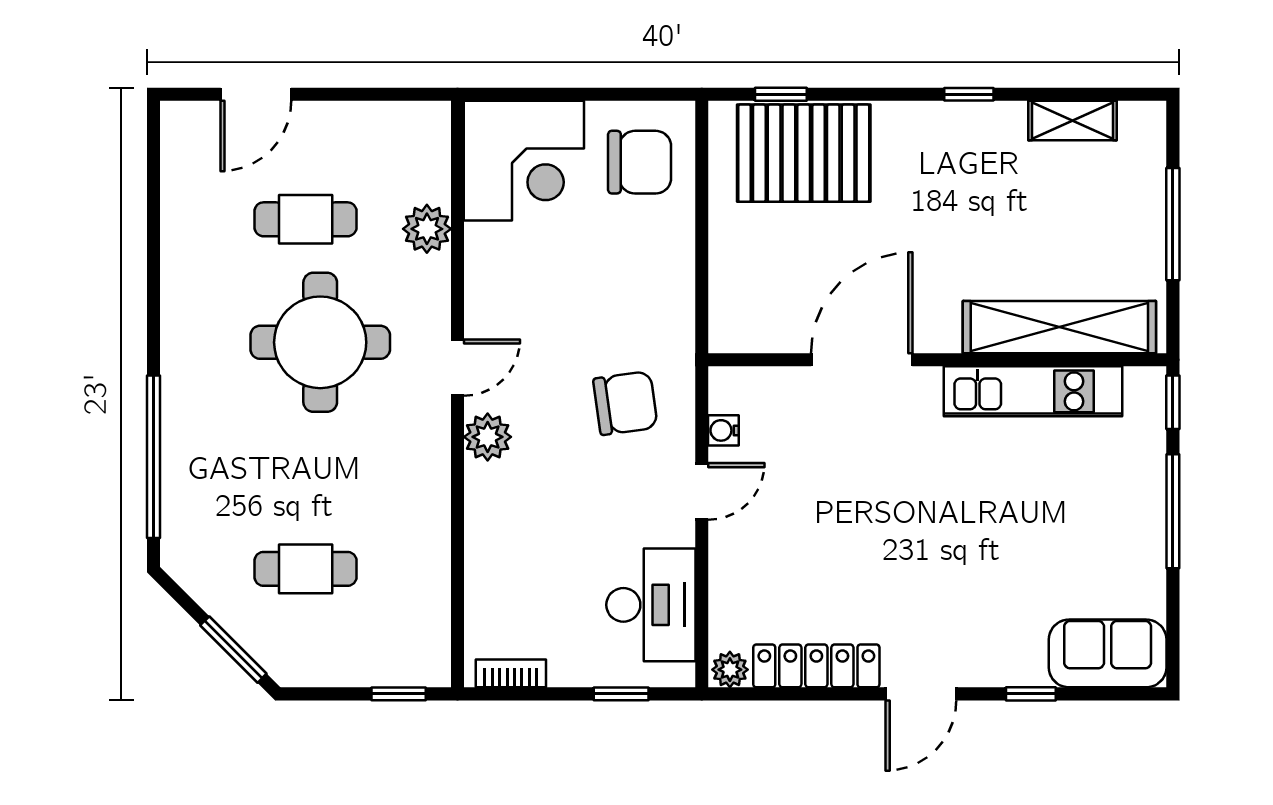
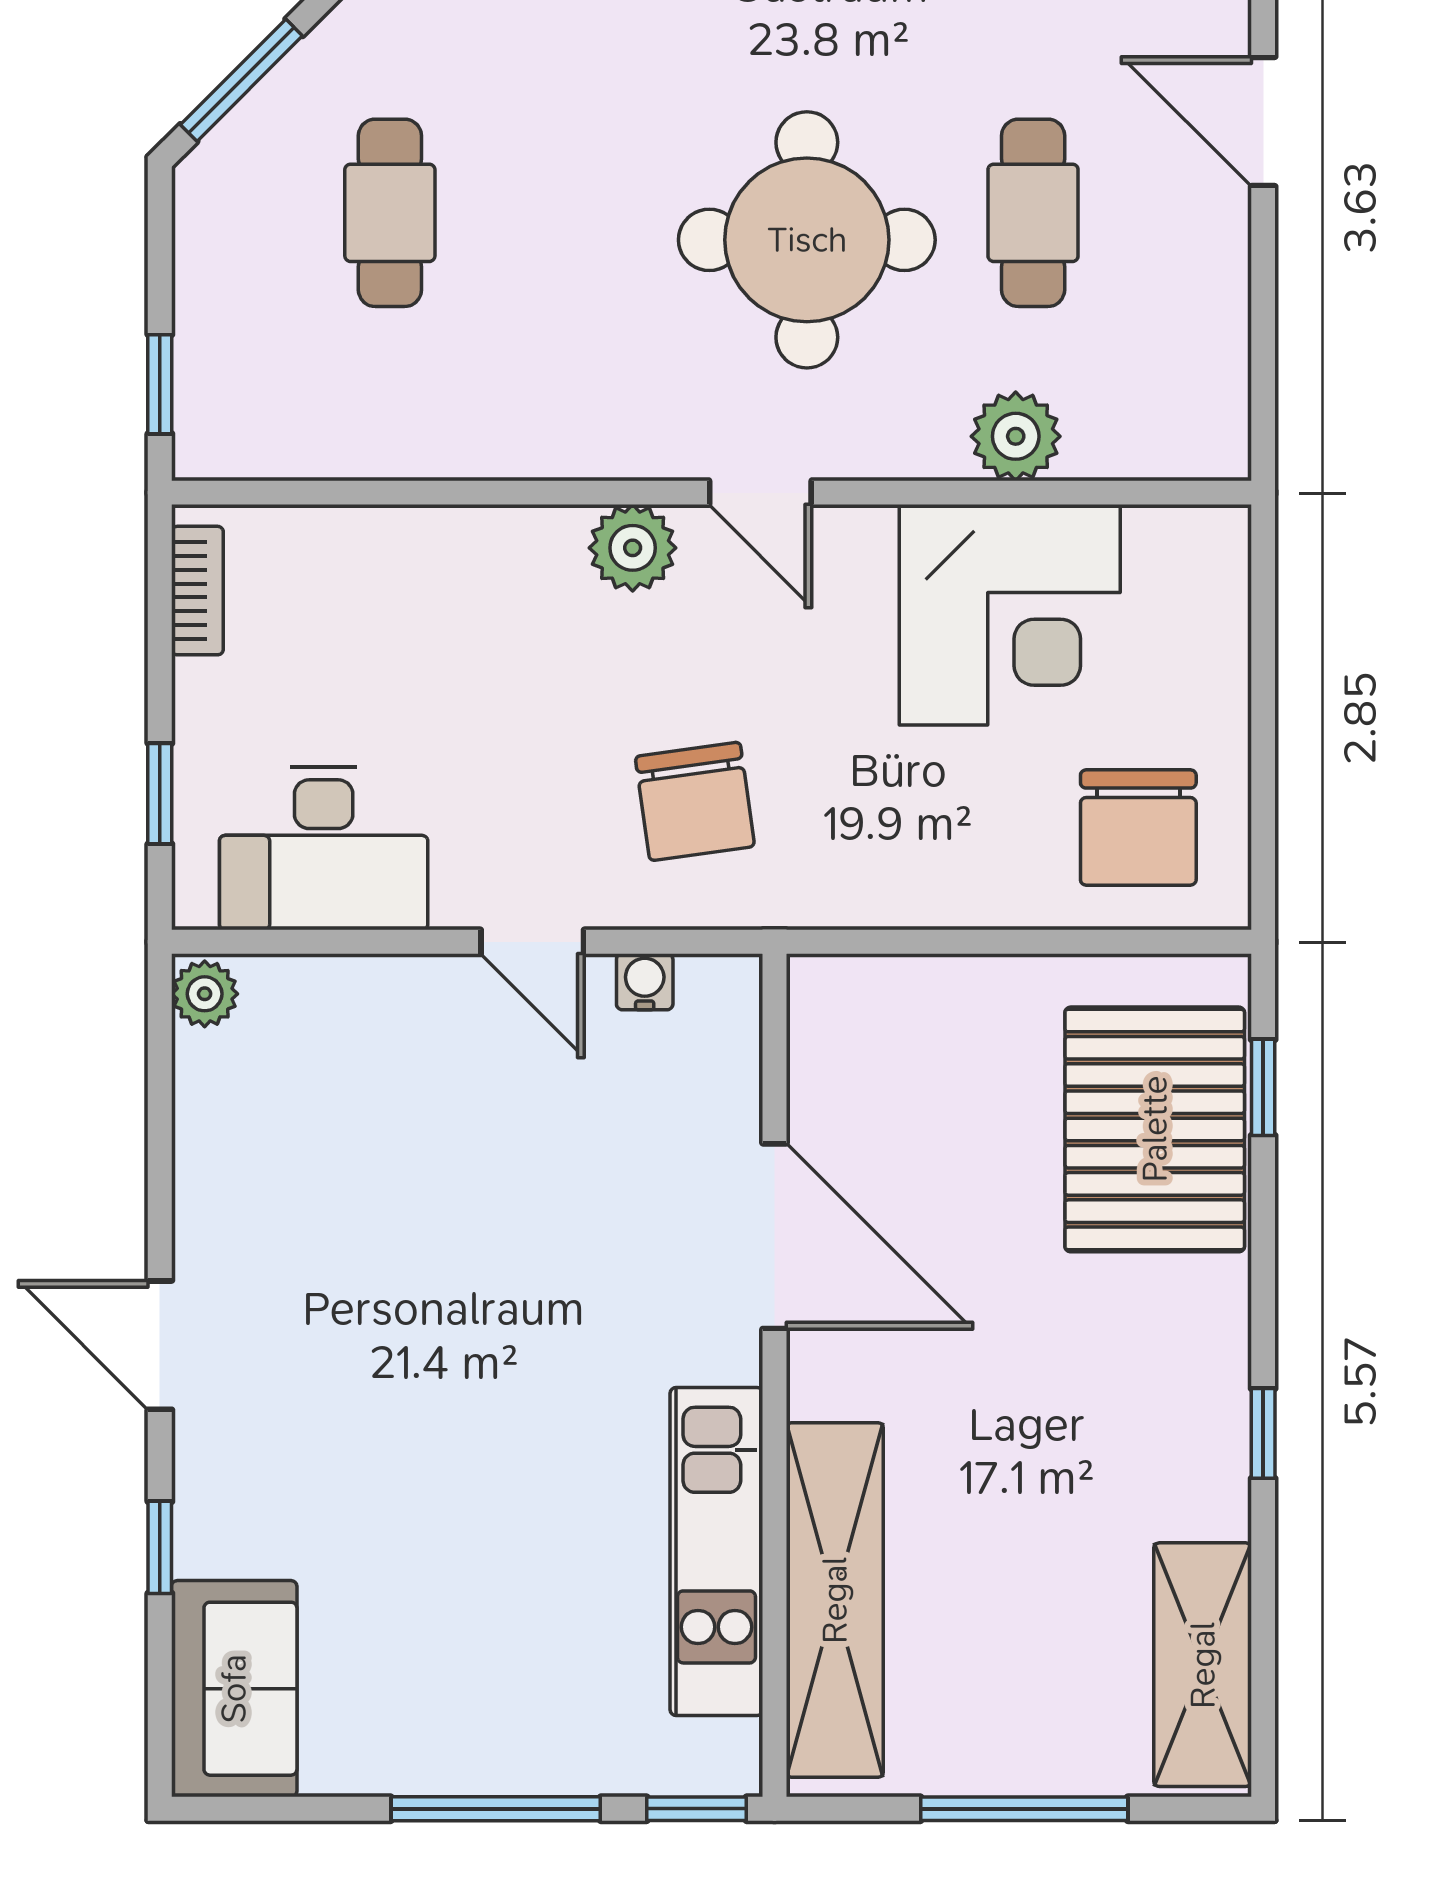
shelving: (1072, 121) -> (1203, 1665), width x1.50, depth x1.33
corner desk: (524, 161) -> (1010, 615), moved, turned -90
locker: (816, 666) -> (211, 1153), removed

